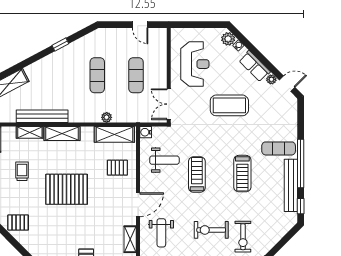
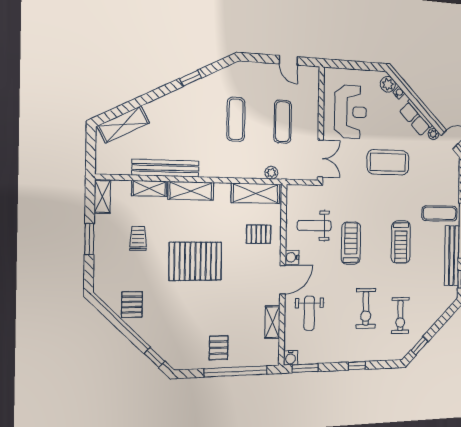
double door: (169, 104) -> (320, 158), swing flipped
plant: (107, 117) -> (271, 173), moved
water cooler: (146, 132) -> (292, 257), moved
weight bench: (164, 160) -> (314, 226), turned 180
pallet: (18, 223) -> (132, 305), turned 90
exercise bike: (211, 230) -> (366, 308), turned -90

